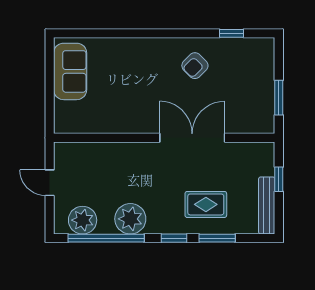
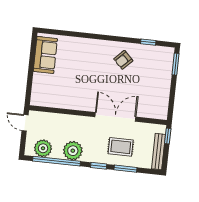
window: (279, 98) -> (176, 64), moved
wall: (164, 138) -> (98, 115), moved
double door: (192, 138) -> (115, 117), moved

